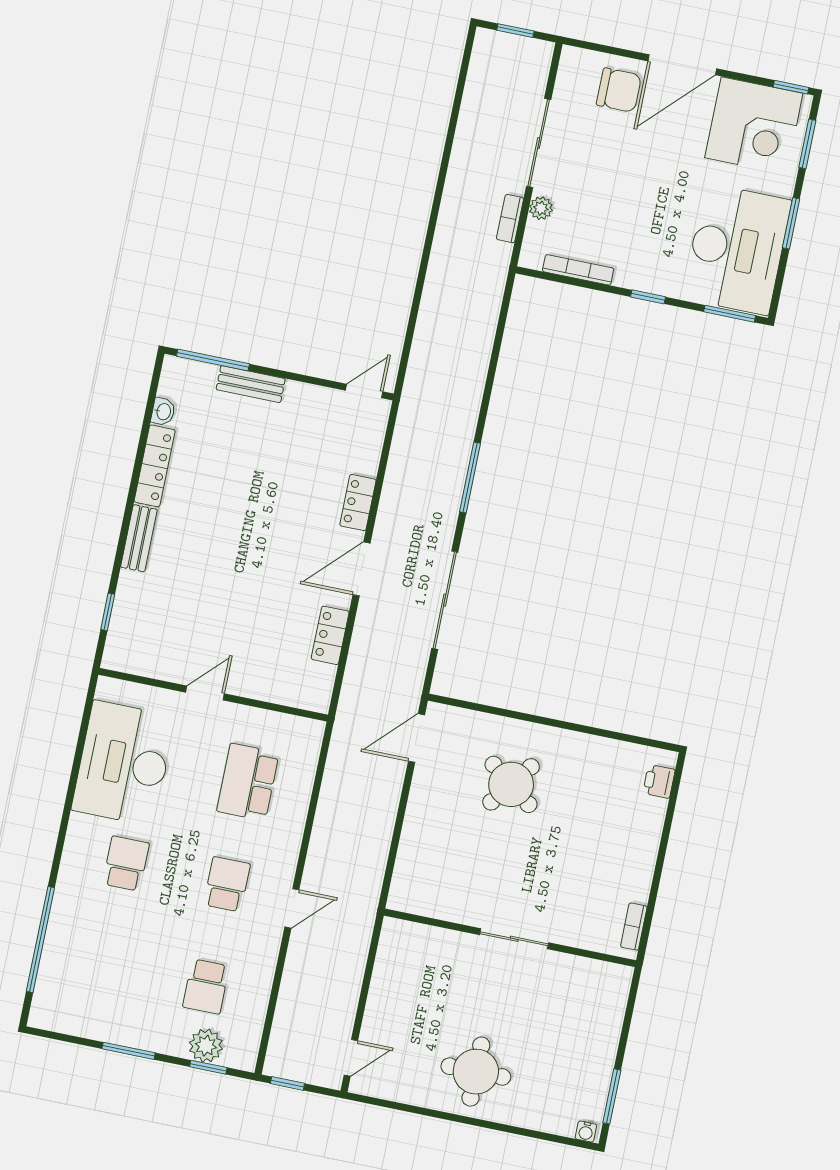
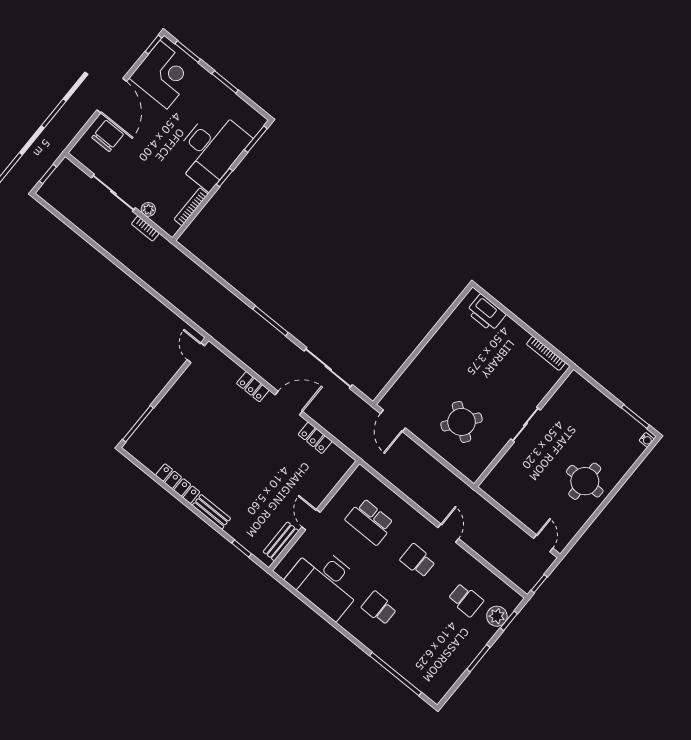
desk: (737, 249) -> (211, 149), moved, turned 90
bench: (251, 384) -> (281, 541), moved
washbasin: (163, 412) -> (151, 464), removed
door: (362, 569) -> (289, 403), swing flipped
printer: (659, 781) -> (486, 313), width x1.87, depth x1.48
round table: (511, 784) -> (462, 422), moved
bookcase: (634, 927) -> (546, 353), width x1.56

